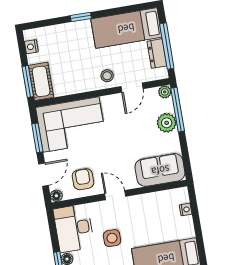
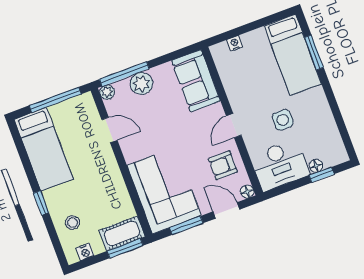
dresser: (157, 54) -> (66, 109), removed
stool: (107, 76) -> (72, 223), moved

